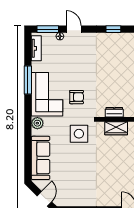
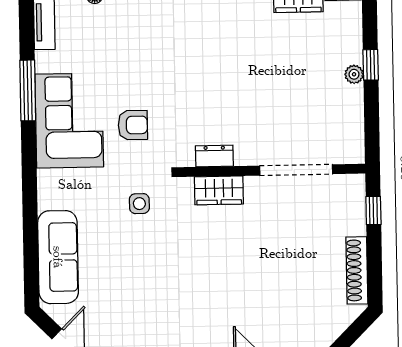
plant: (37, 123) -> (50, 183), removed
side table: (79, 134) -> (139, 204), width x0.54, depth x0.54

